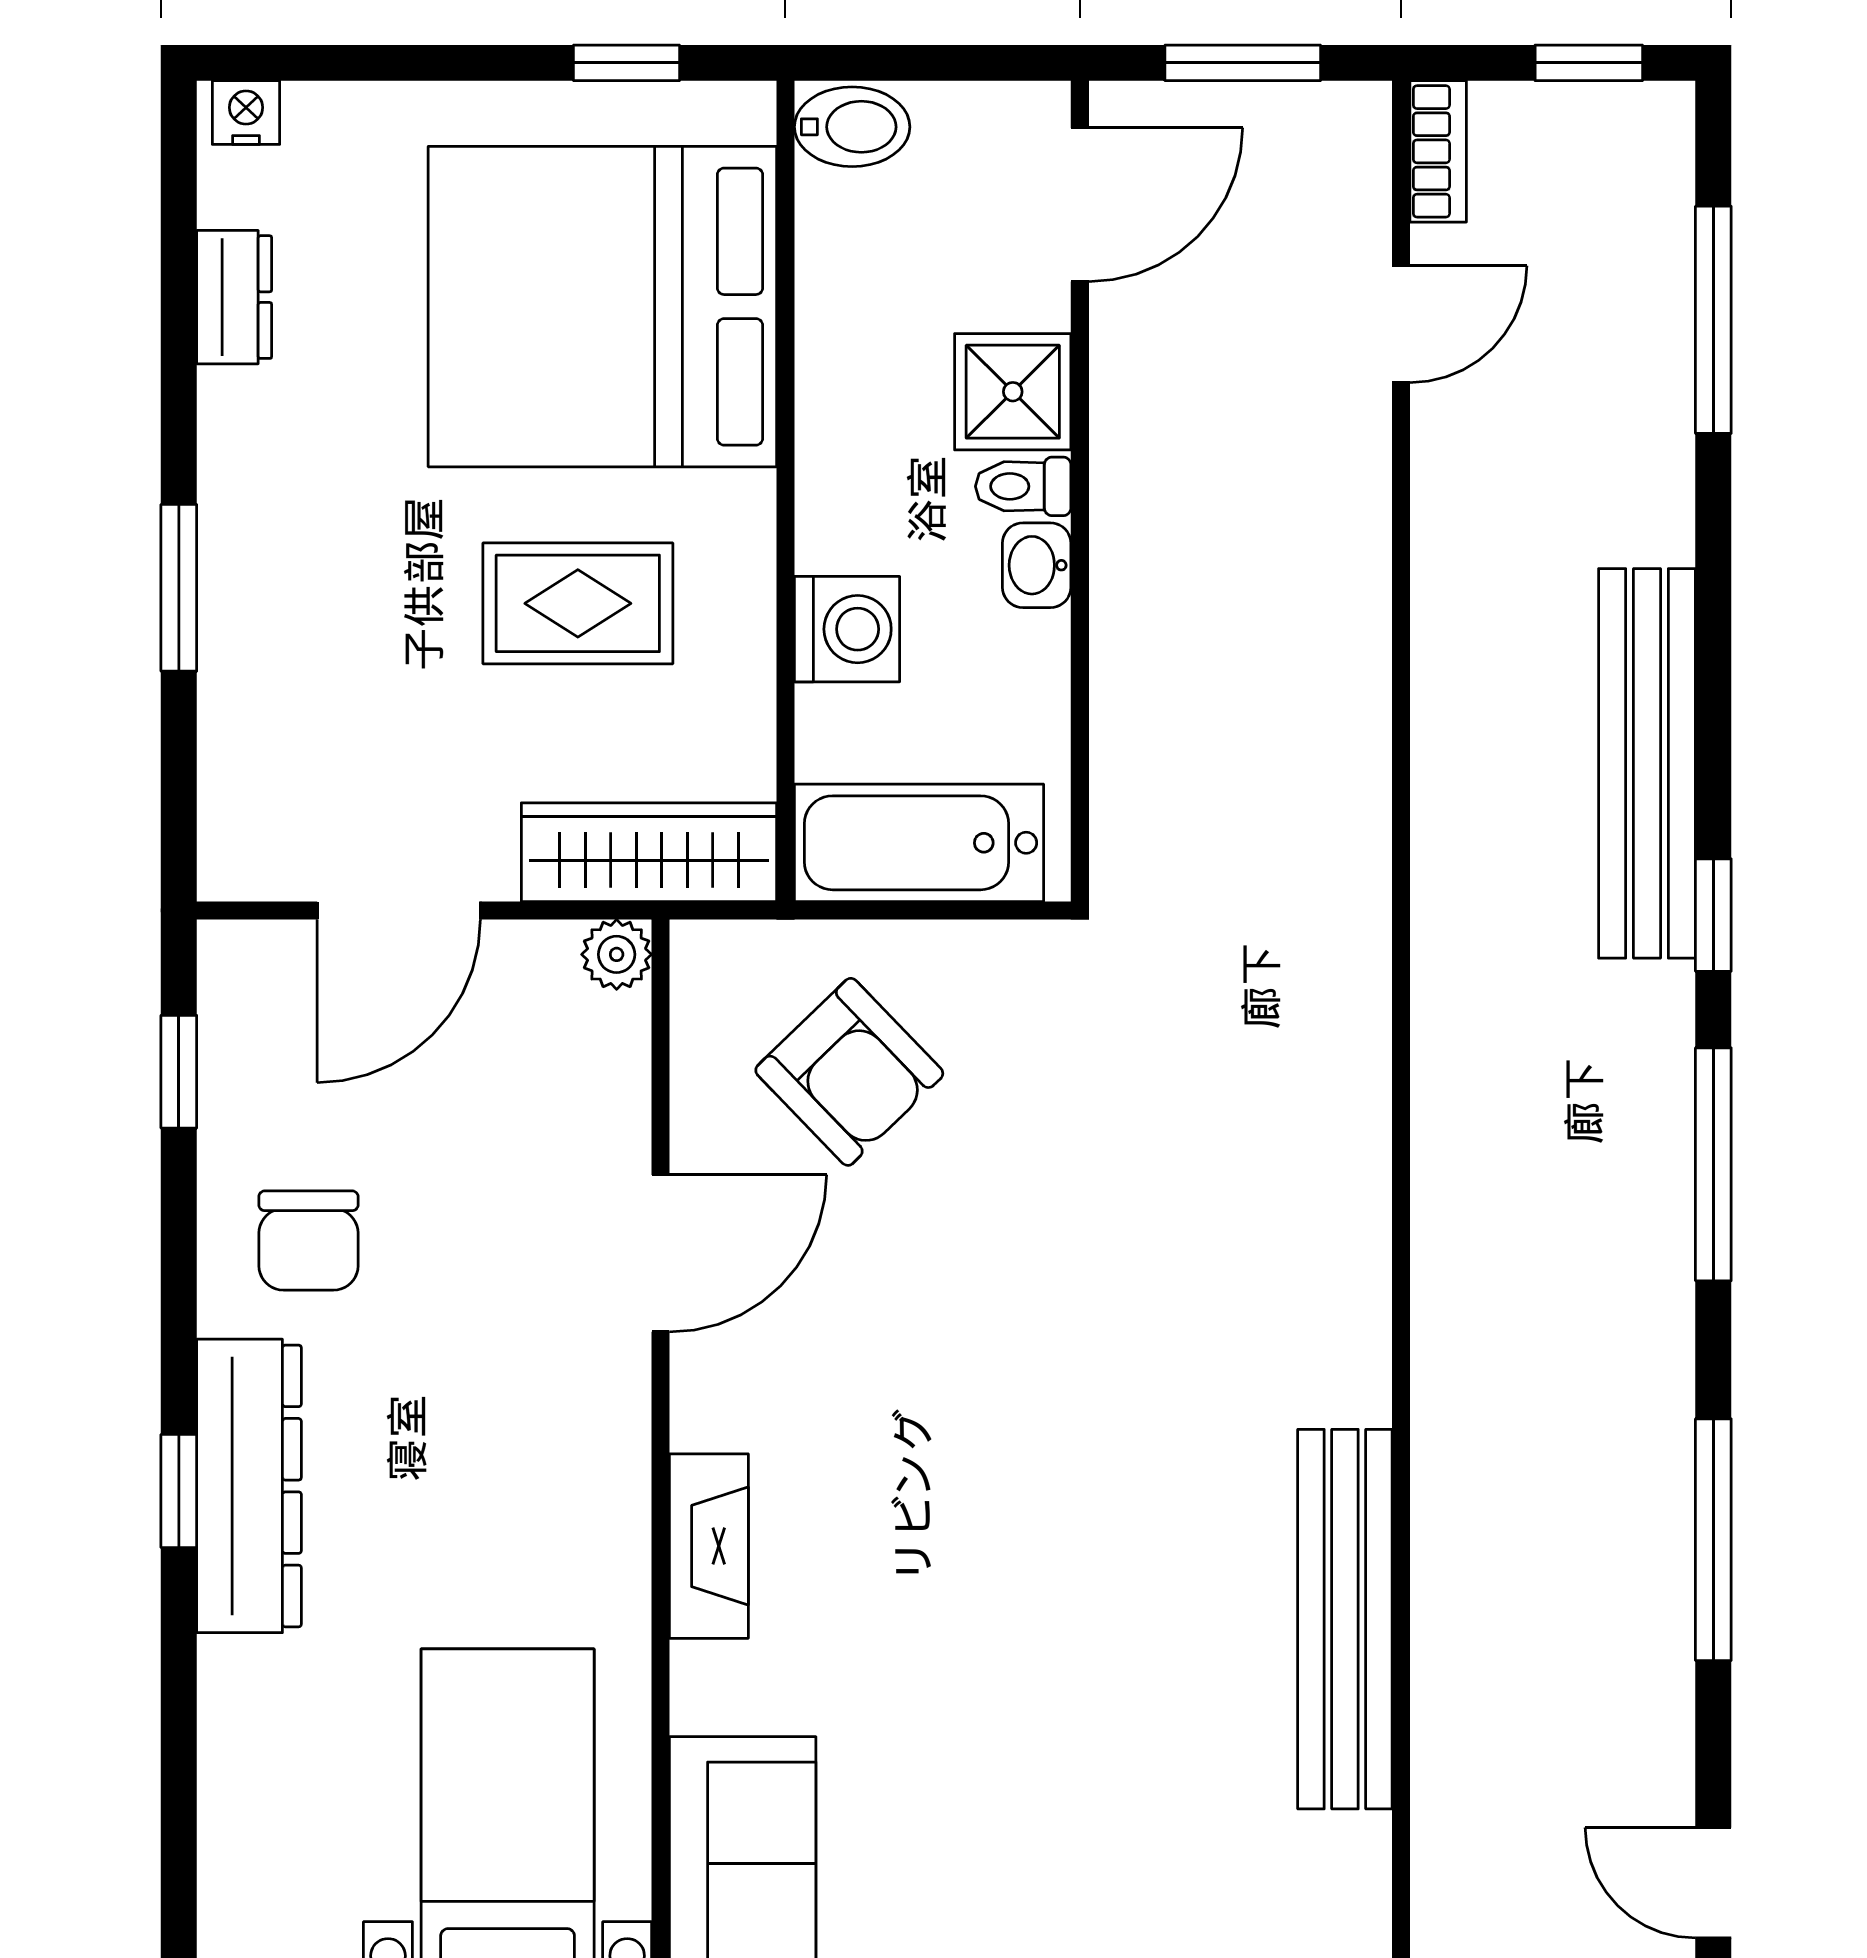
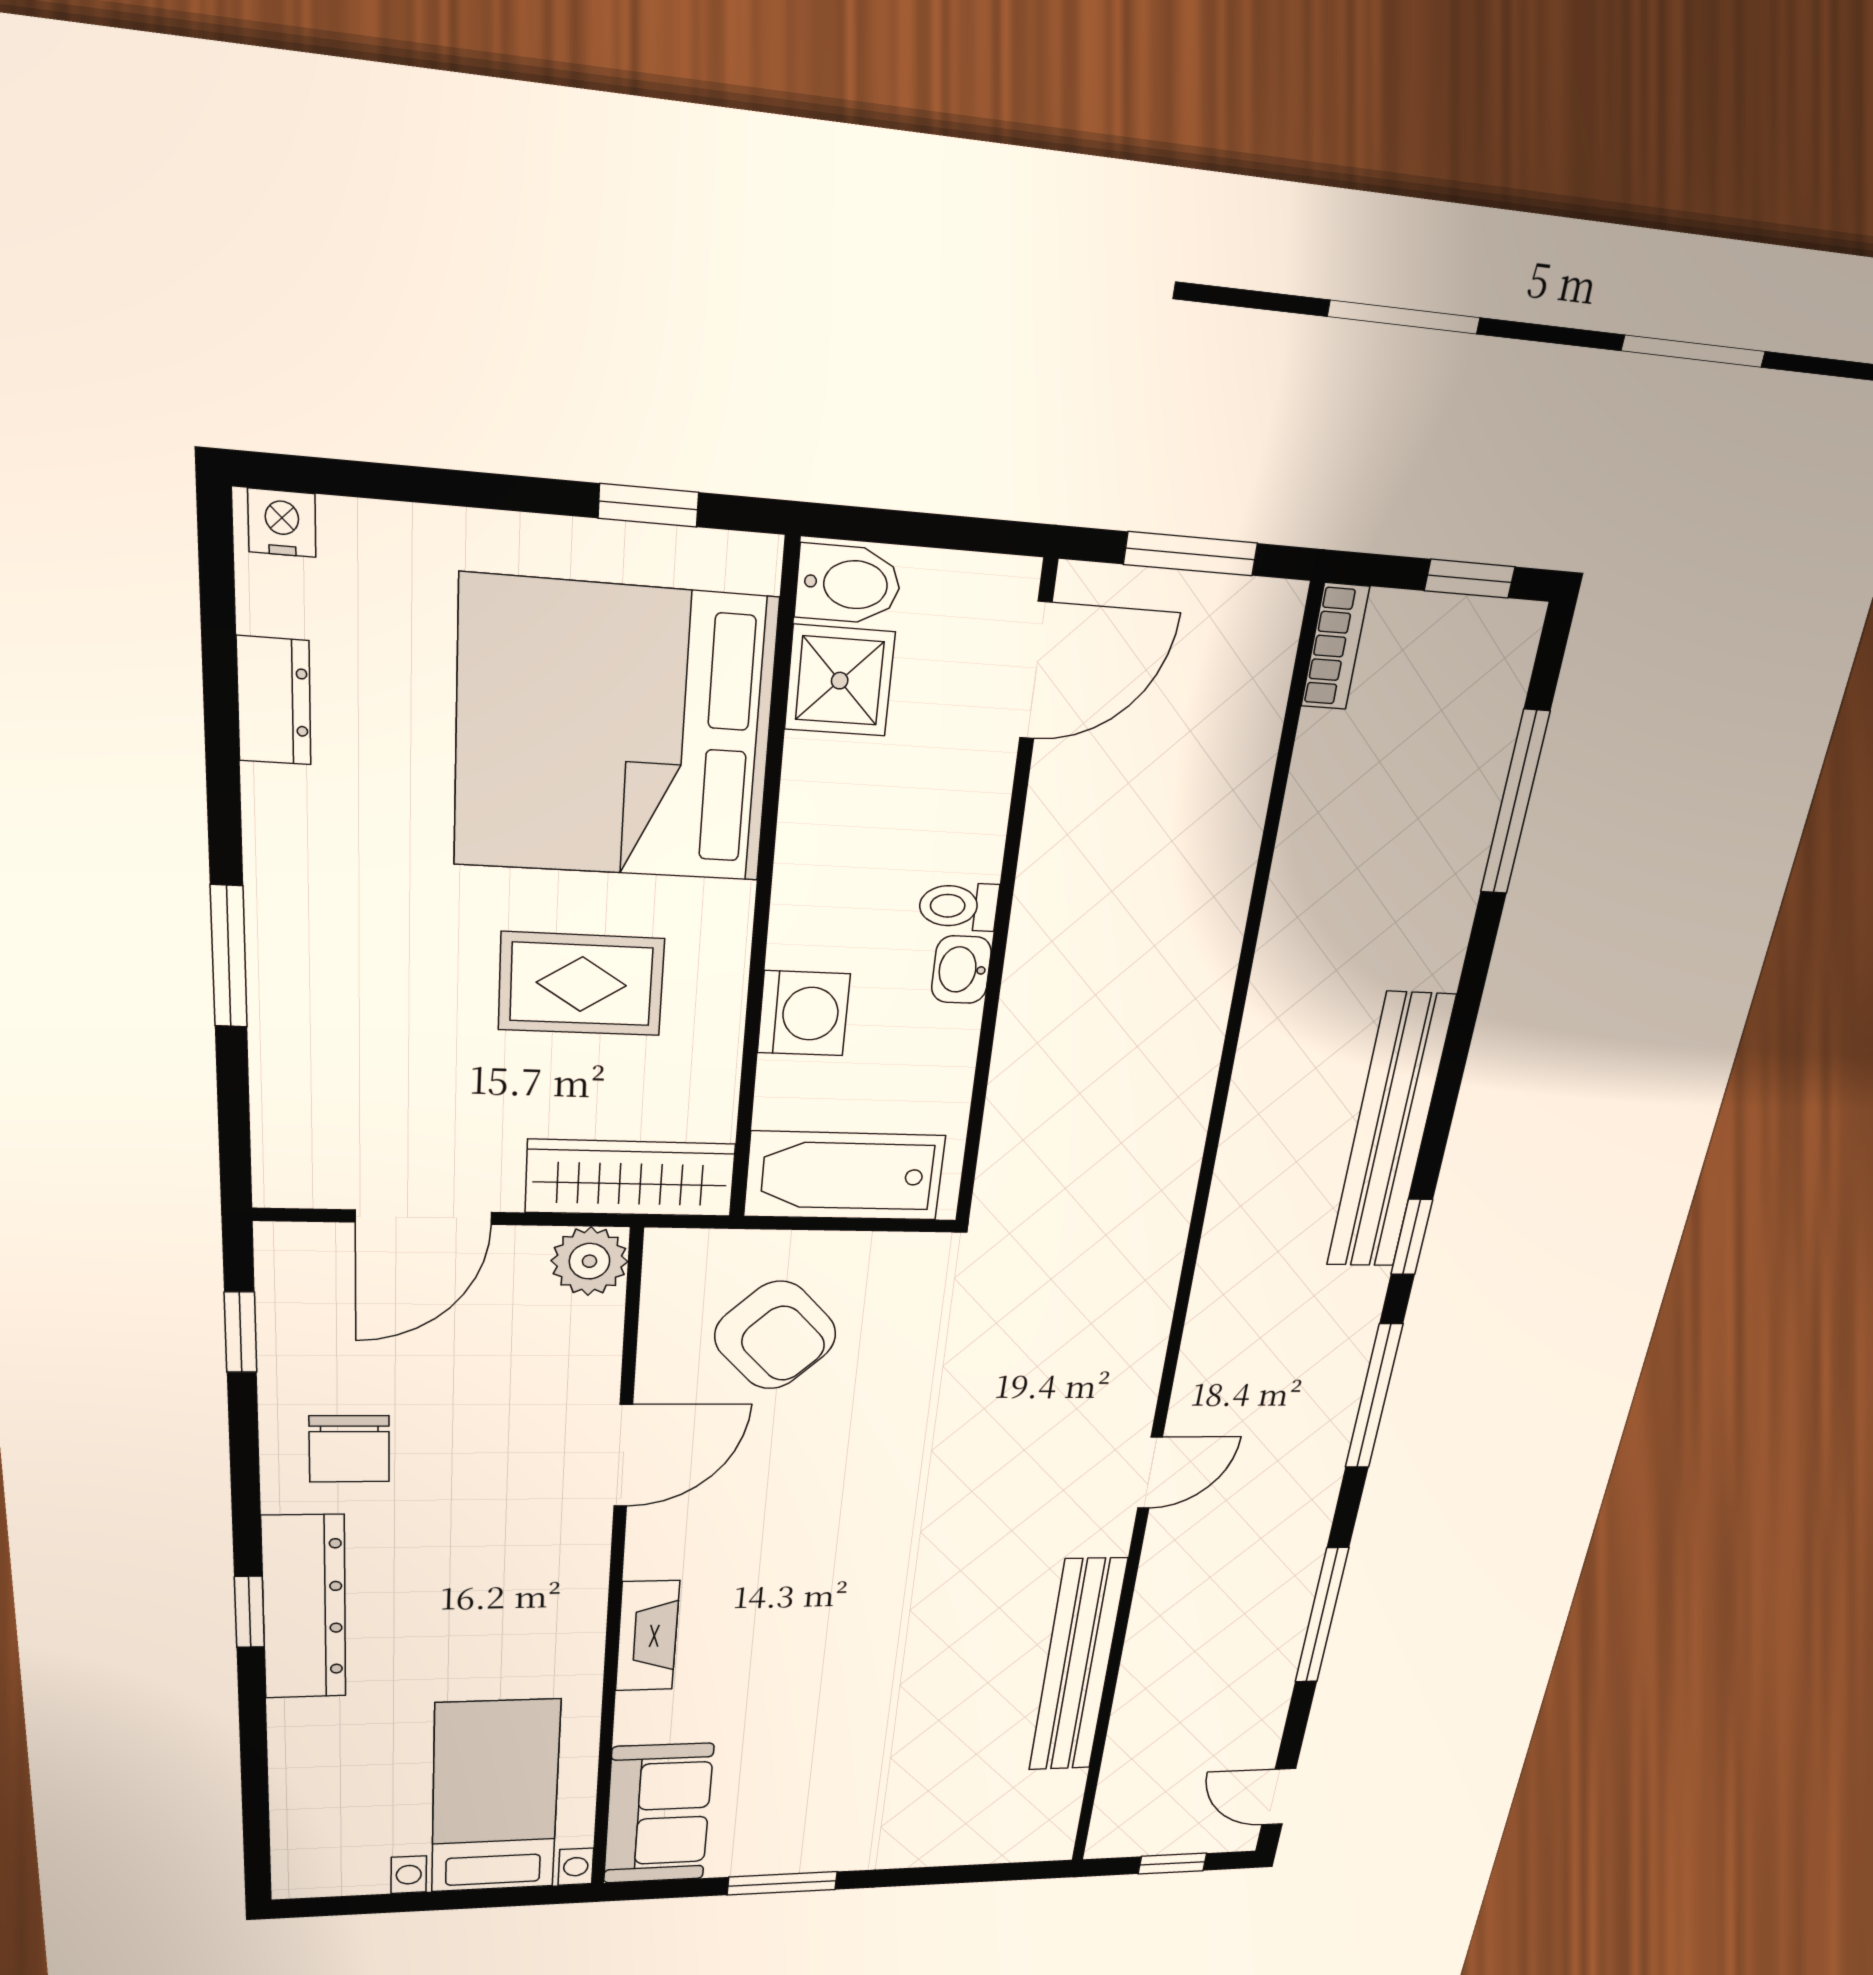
door: (1401, 324) -> (1150, 1473), moved
shower: (1013, 392) -> (840, 681), moved
plant: (617, 954) -> (589, 1261), width x1.38, depth x1.38

